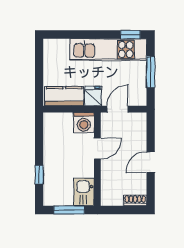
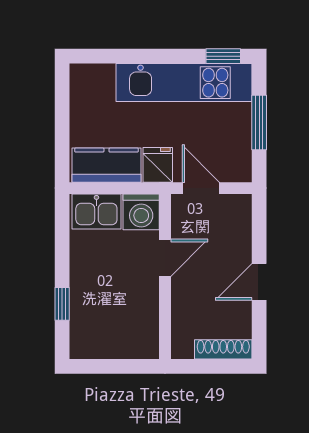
door: (117, 109) -> (201, 188), hinge flipped
kitchen sink: (84, 192) -> (96, 212), moved, turned -90
shoe rack: (135, 200) -> (223, 349), width x1.43
window: (69, 210) -> (115, 366), removed

